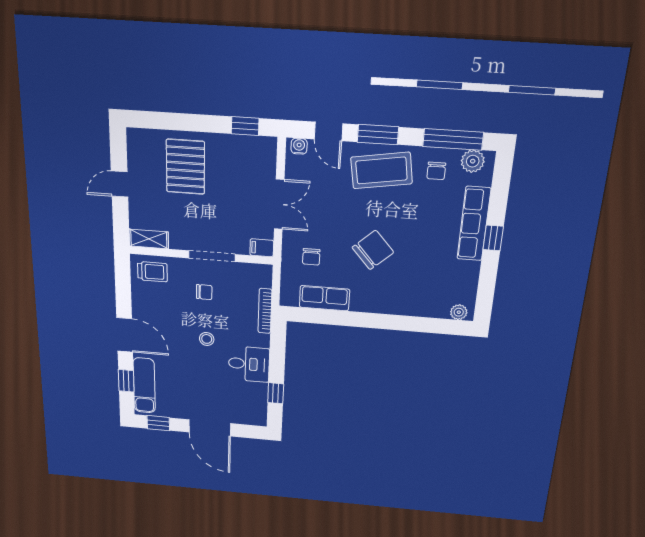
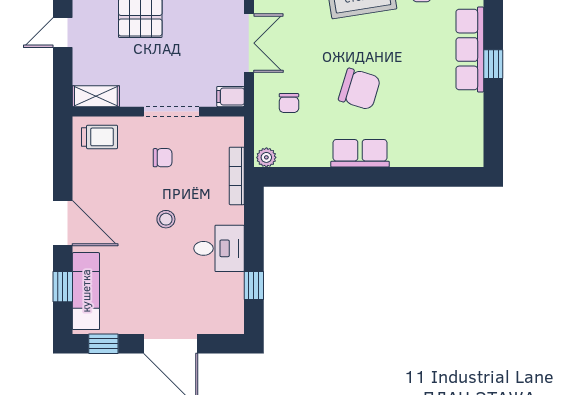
chair: (373, 250) -> (360, 89), turned 59
row of seats: (324, 298) -> (360, 153), moved
plant: (459, 312) -> (266, 157), moved

